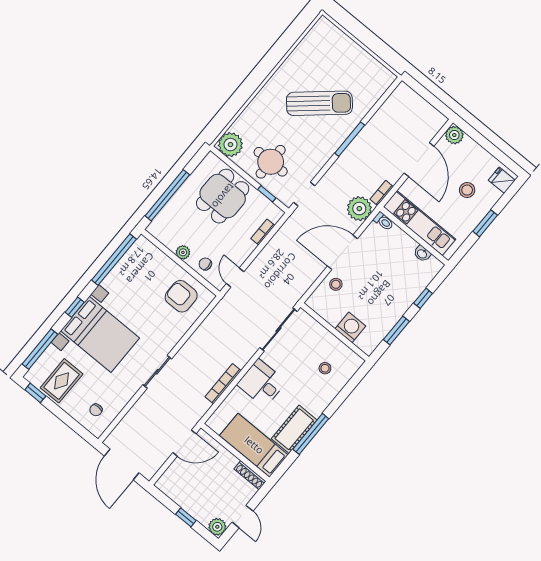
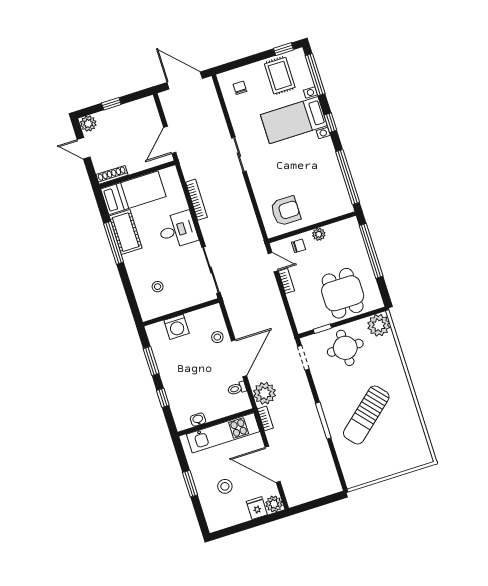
fridge: (502, 180) -> (257, 508), moved, turned -90
toilet: (384, 221) -> (237, 388), moved
bookcase: (263, 232) -> (286, 281), moved
bed with nightstands: (100, 334) -> (294, 120), width x0.73

